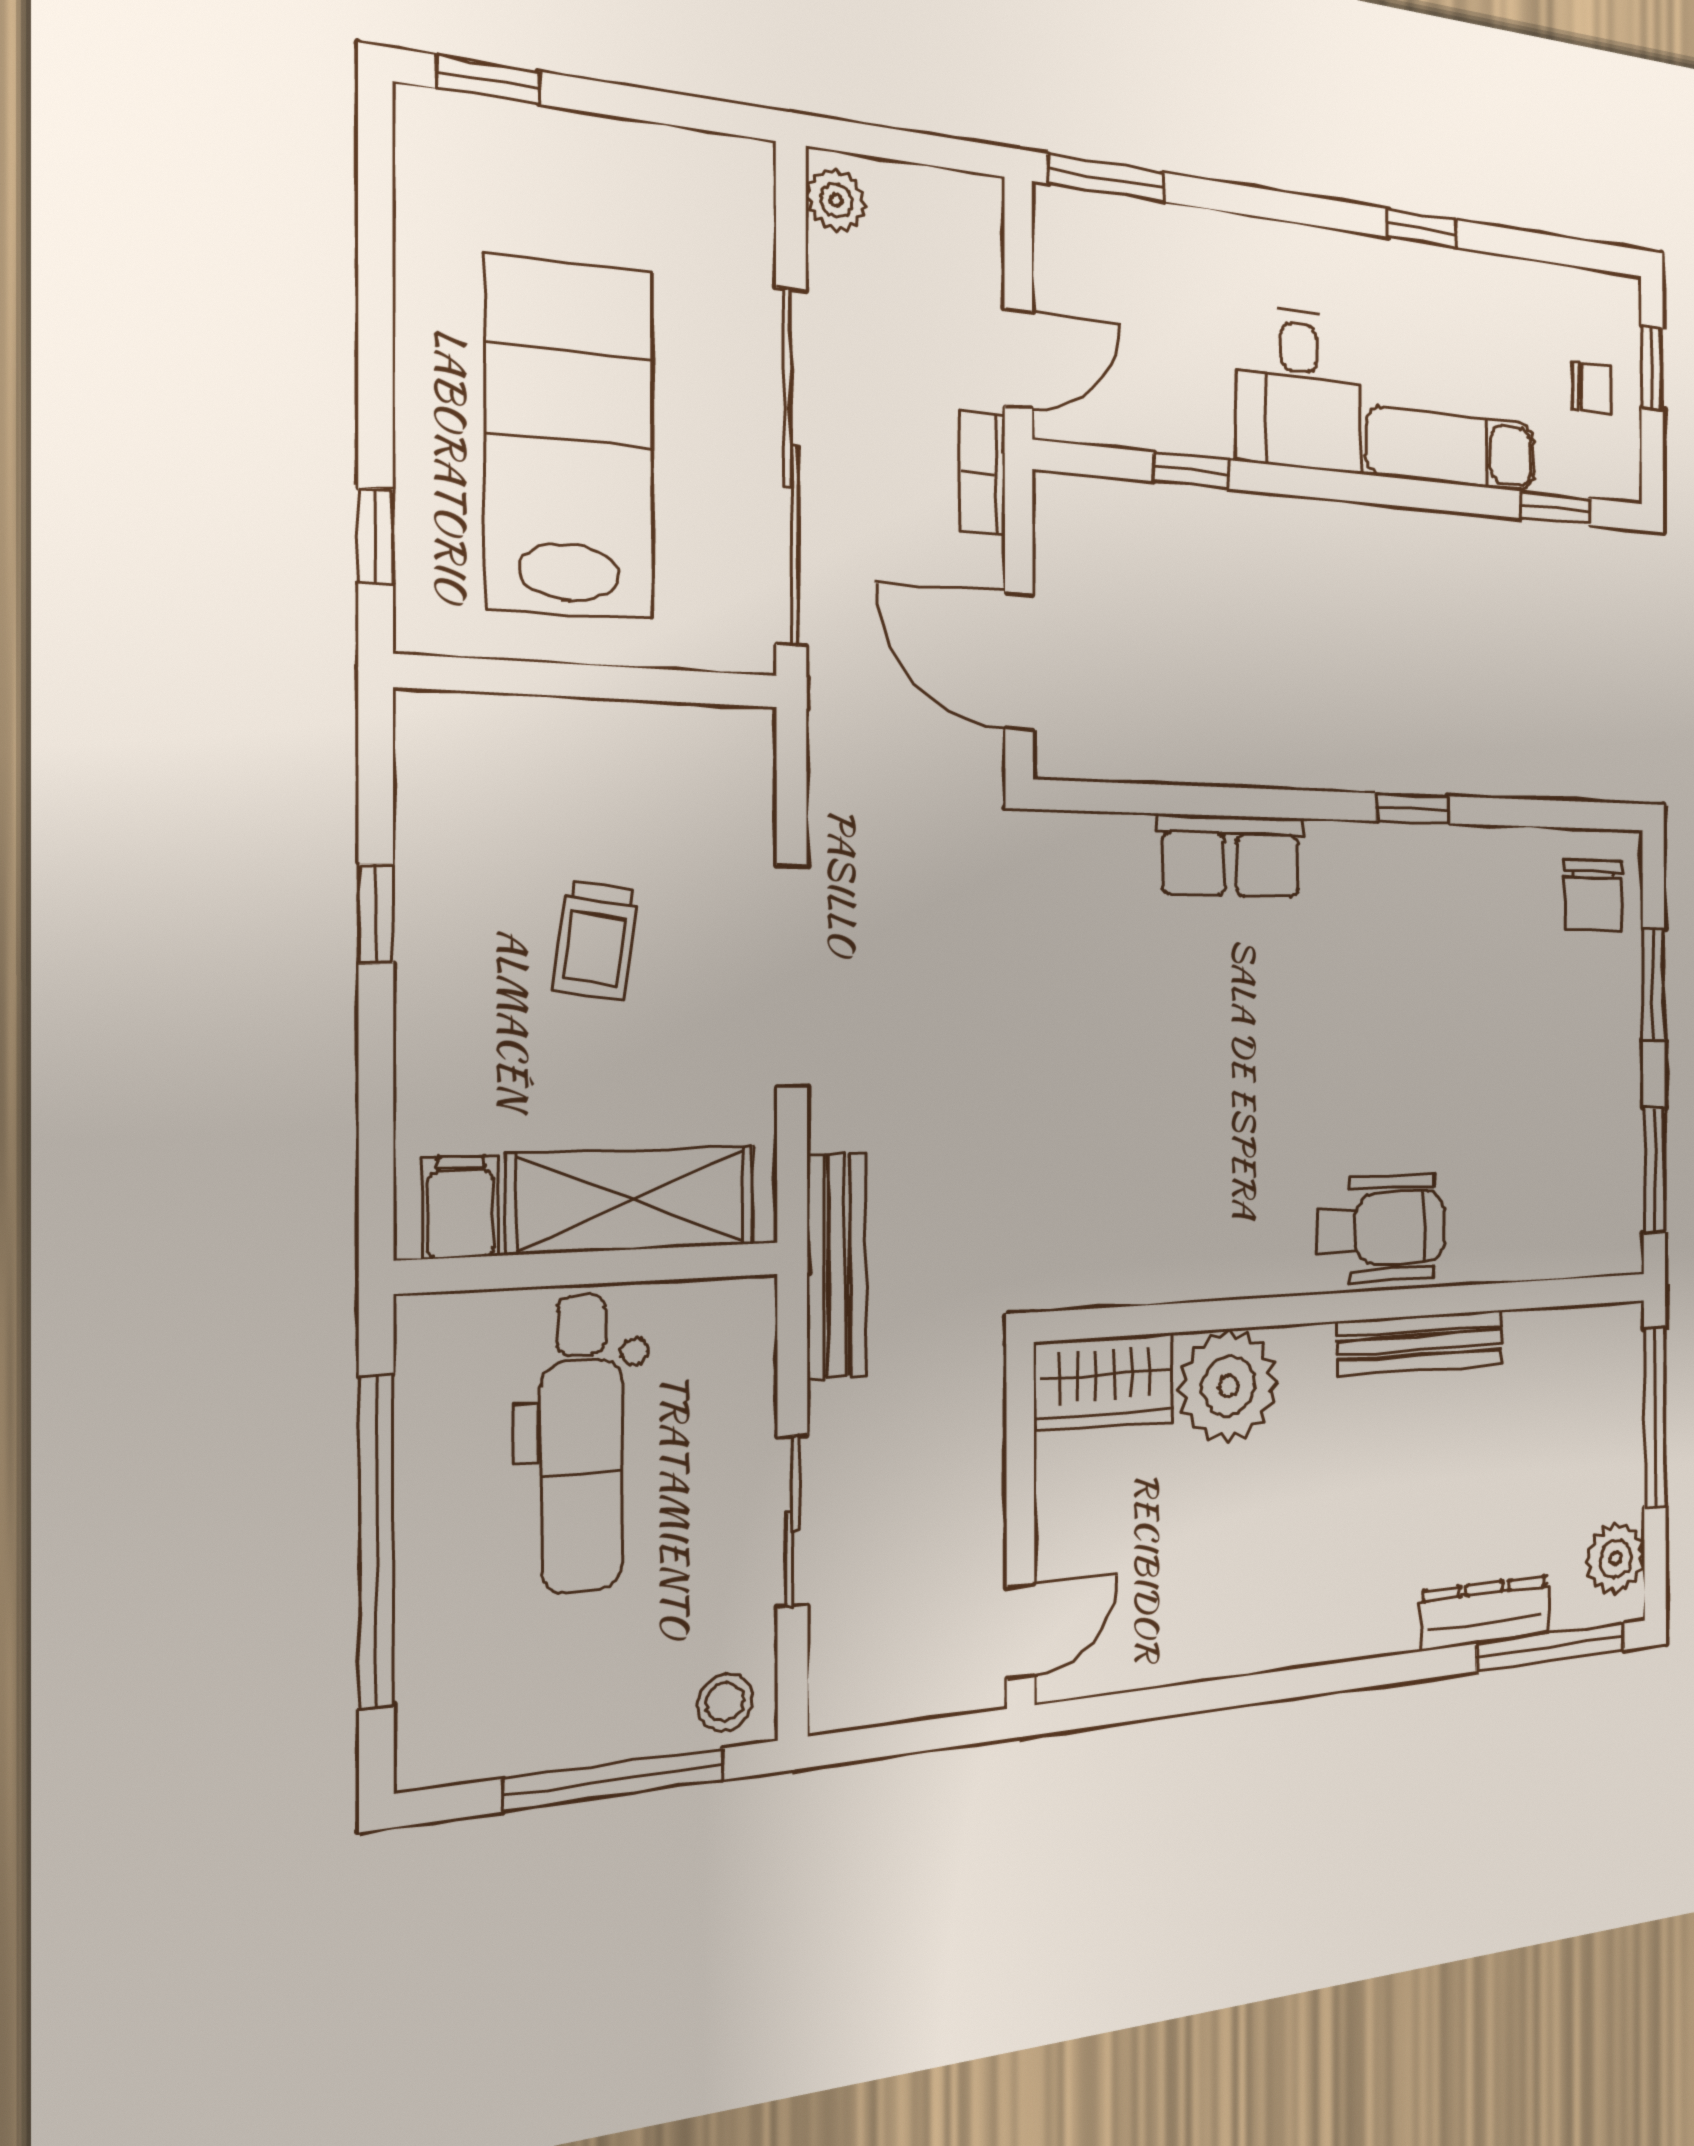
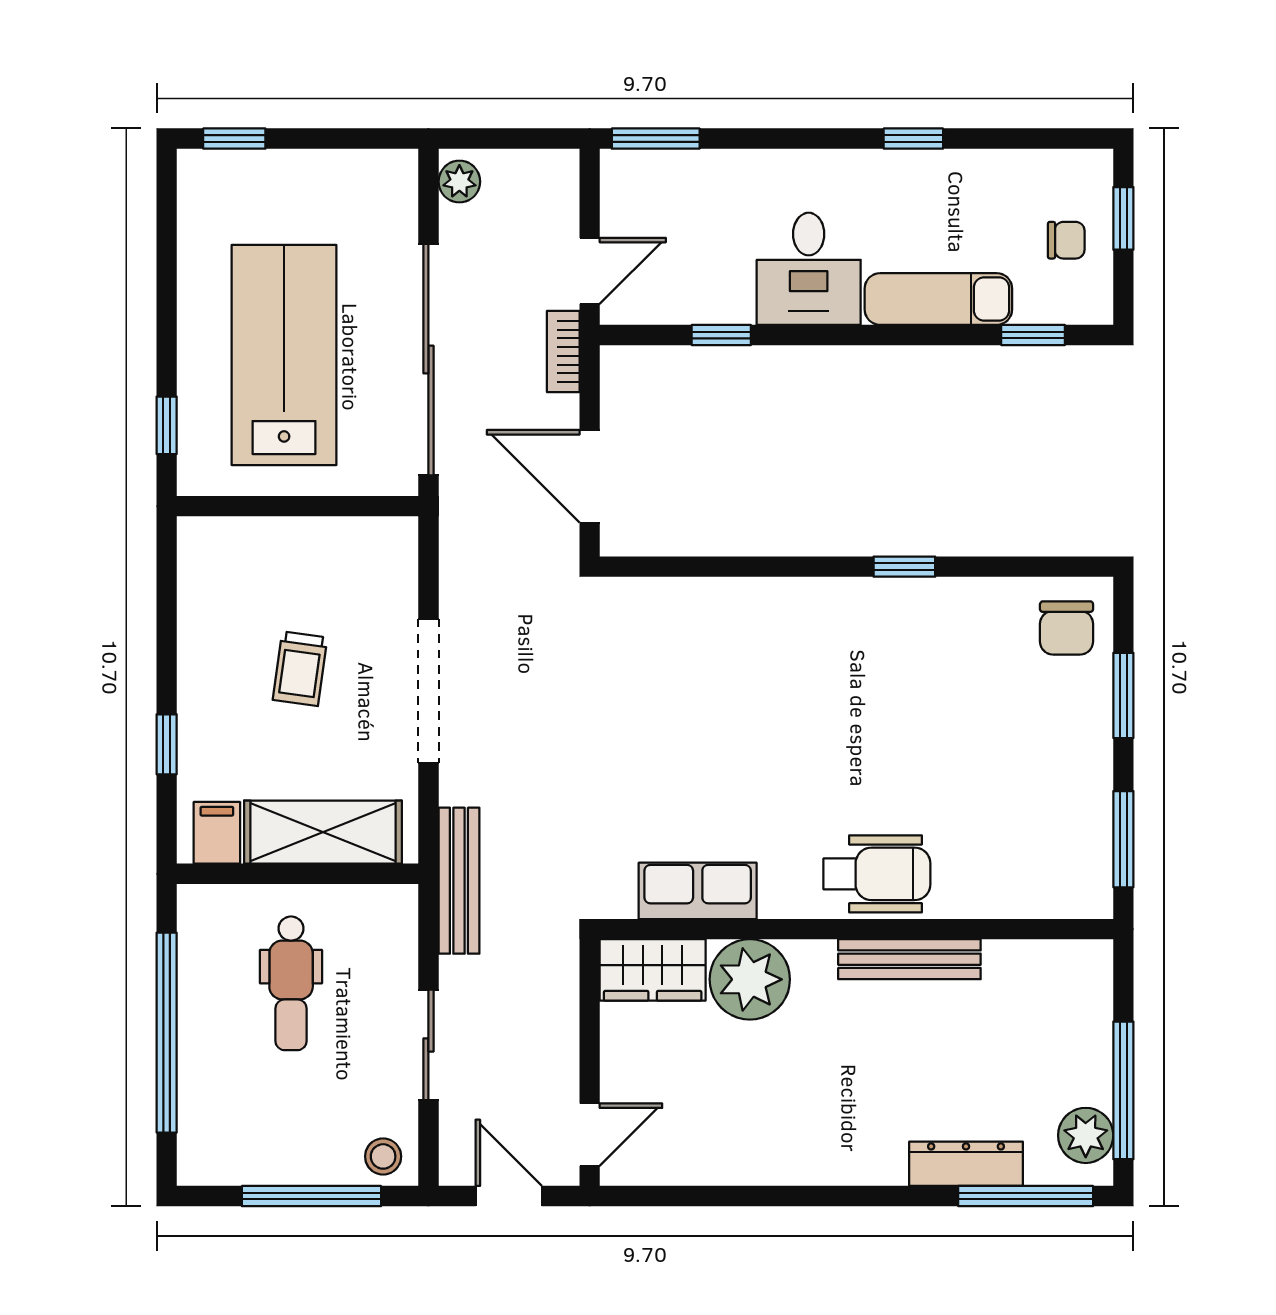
row of seats: (1231, 856) -> (698, 891), moved, turned 180
window: (376, 914) -> (167, 744), moved
window: (1655, 1418) -> (1123, 1090), moved
dental chair: (582, 1443) -> (291, 983), width x0.73, depth x0.72
door: (909, 1738) -> (509, 1196), added

